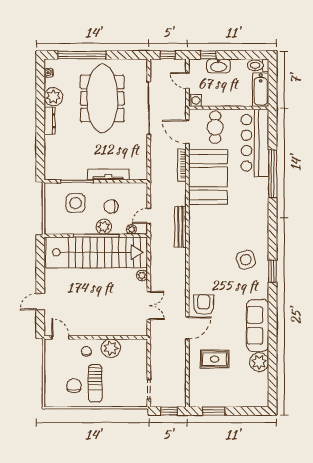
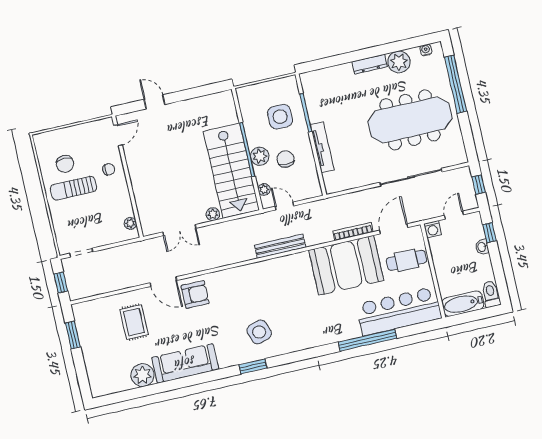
washbasin: (218, 66) -> (482, 247), width x0.52, depth x0.69
stairs: (97, 252) -> (231, 171), width x0.73
plant: (111, 348) -> (130, 223), moved, width x0.53, depth x0.53
chair: (74, 386) -> (65, 164), turned 90

